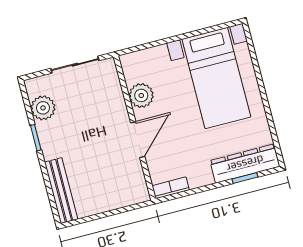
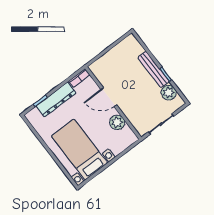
door: (138, 140) -> (109, 97), hinge flipped
dresser: (245, 164) -> (56, 99), moved
bench: (61, 191) -> (153, 69), moved

